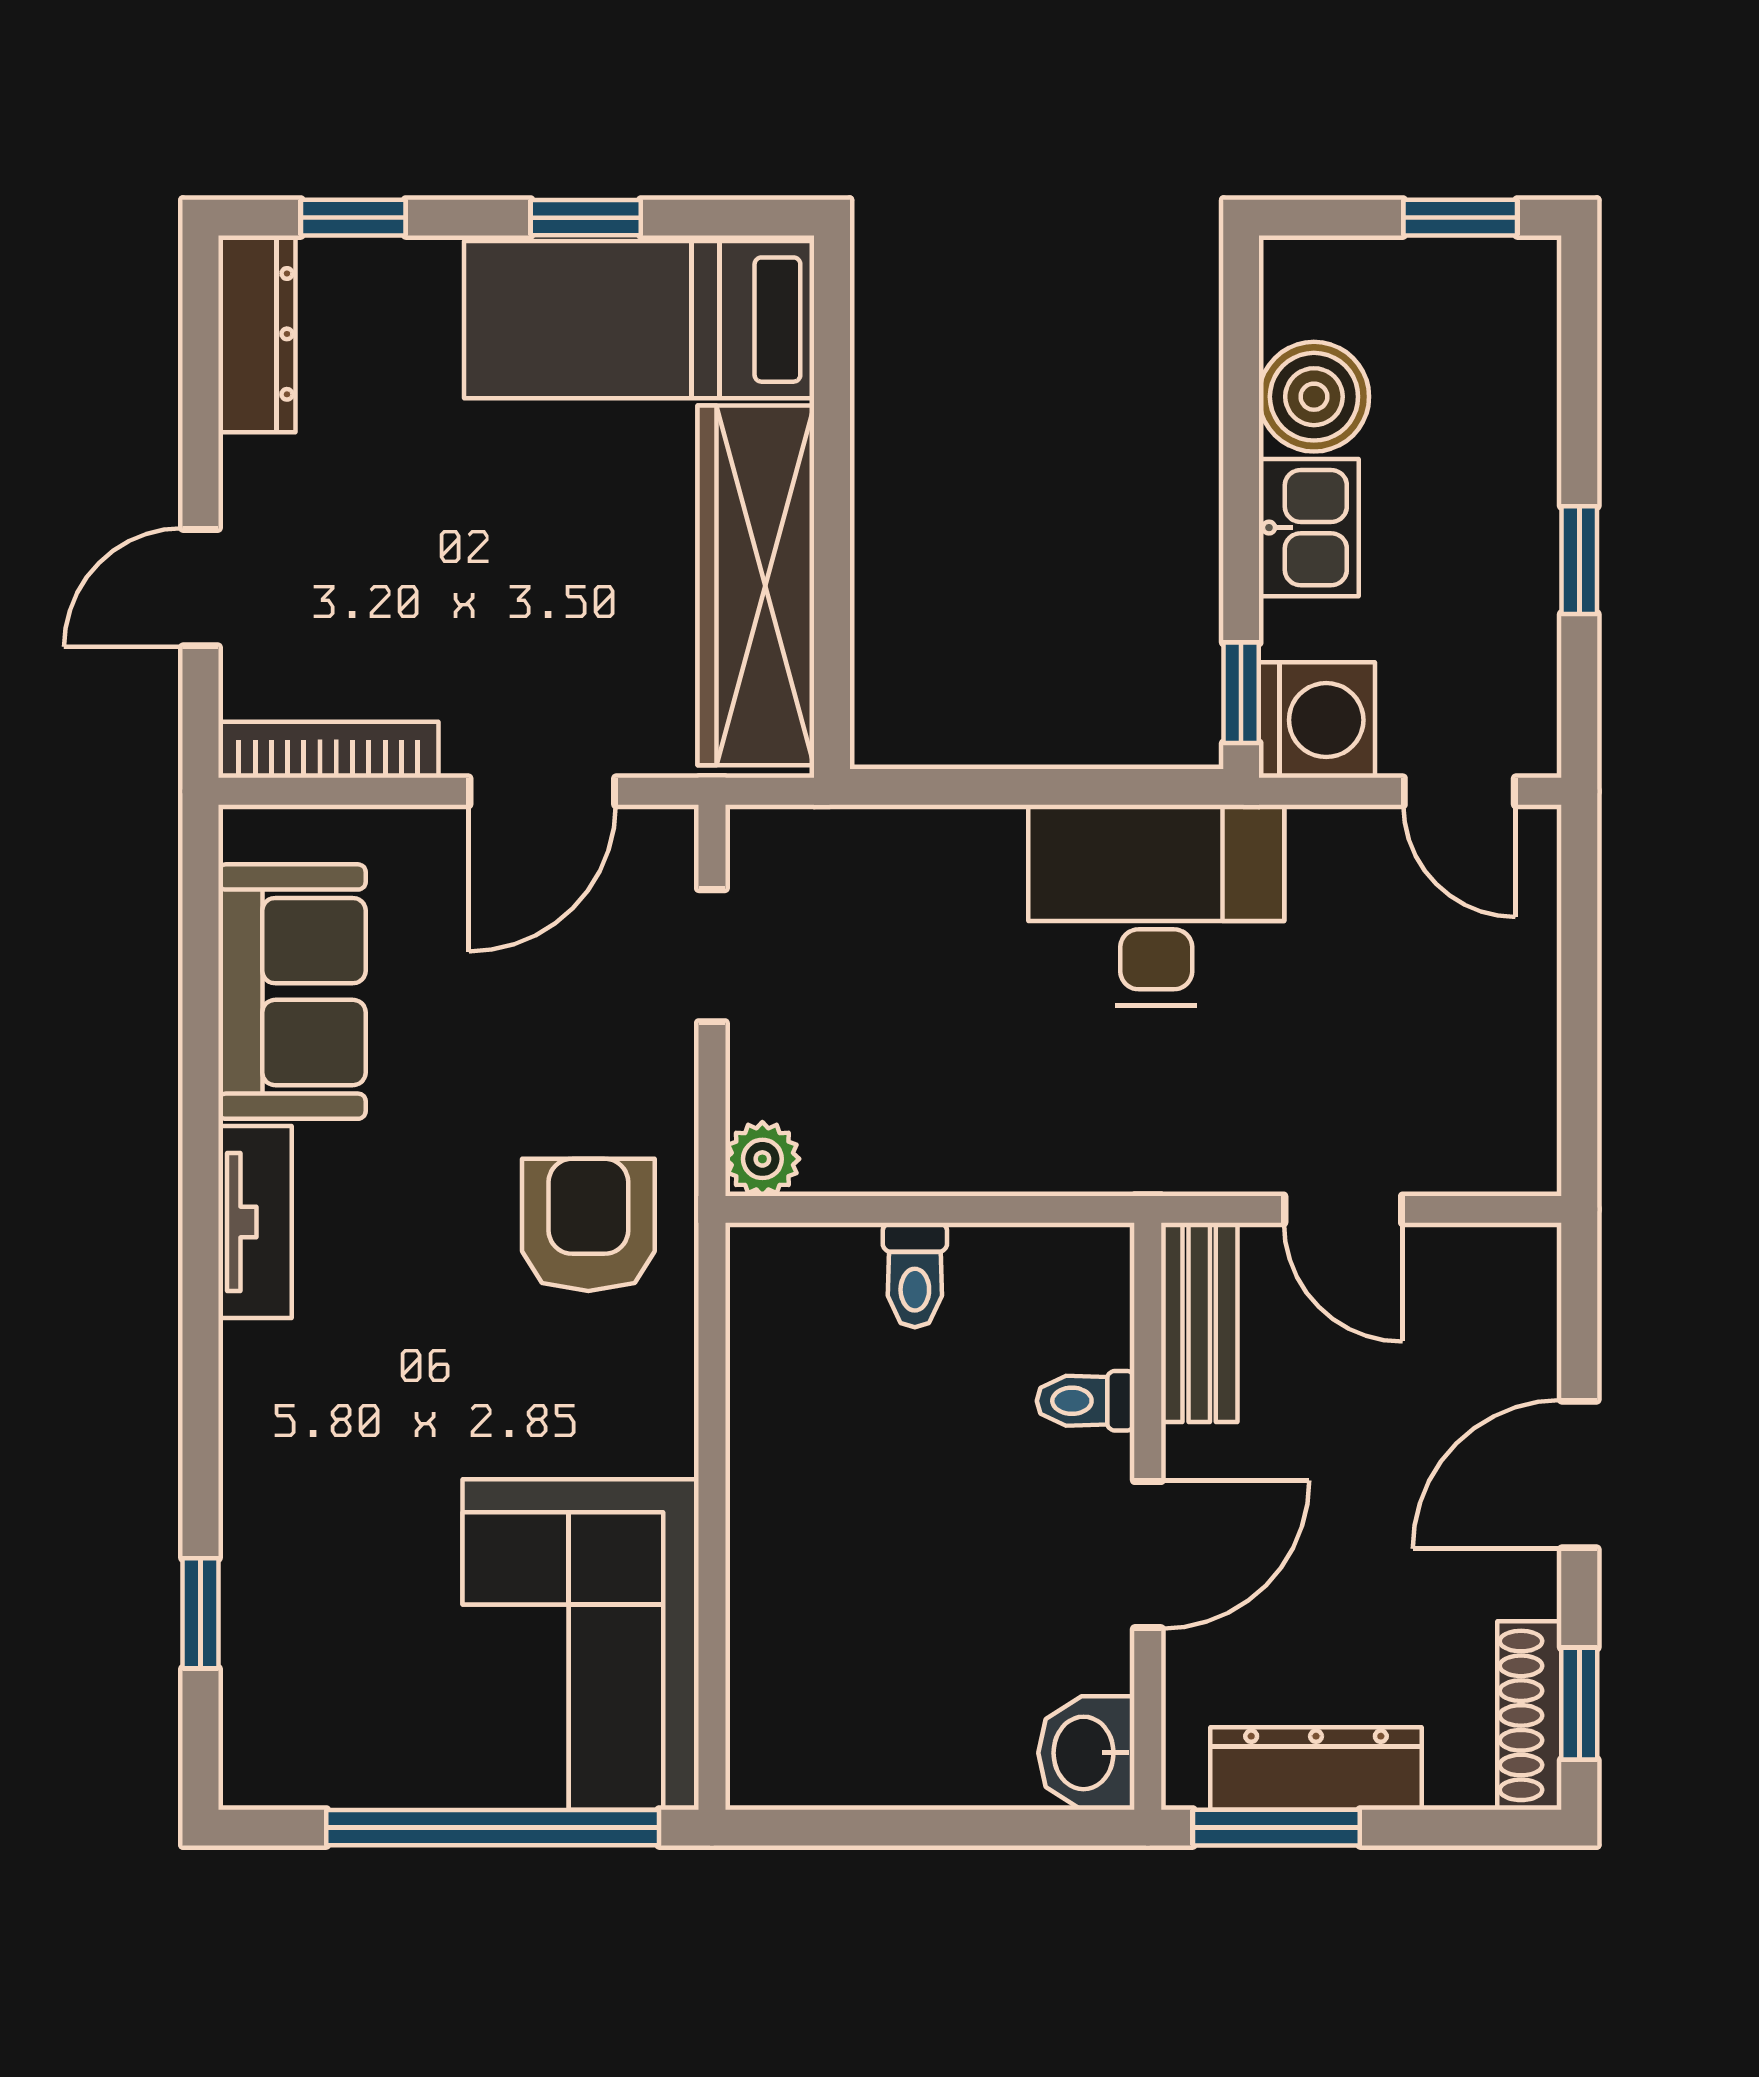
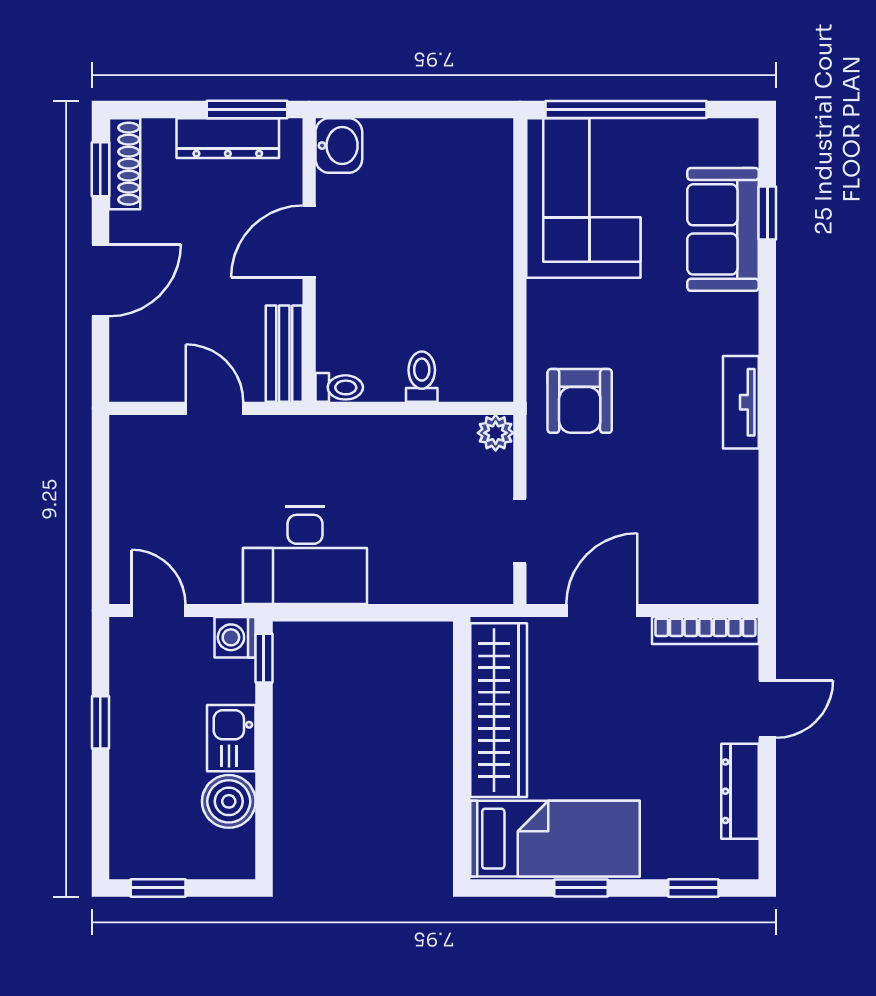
dresser: (257, 334) -> (740, 791), moved
washing machine: (1317, 720) -> (235, 637), width x0.73, depth x0.73
sofa: (292, 992) -> (723, 229), moved
toilet: (1086, 1401) -> (339, 387), moved

